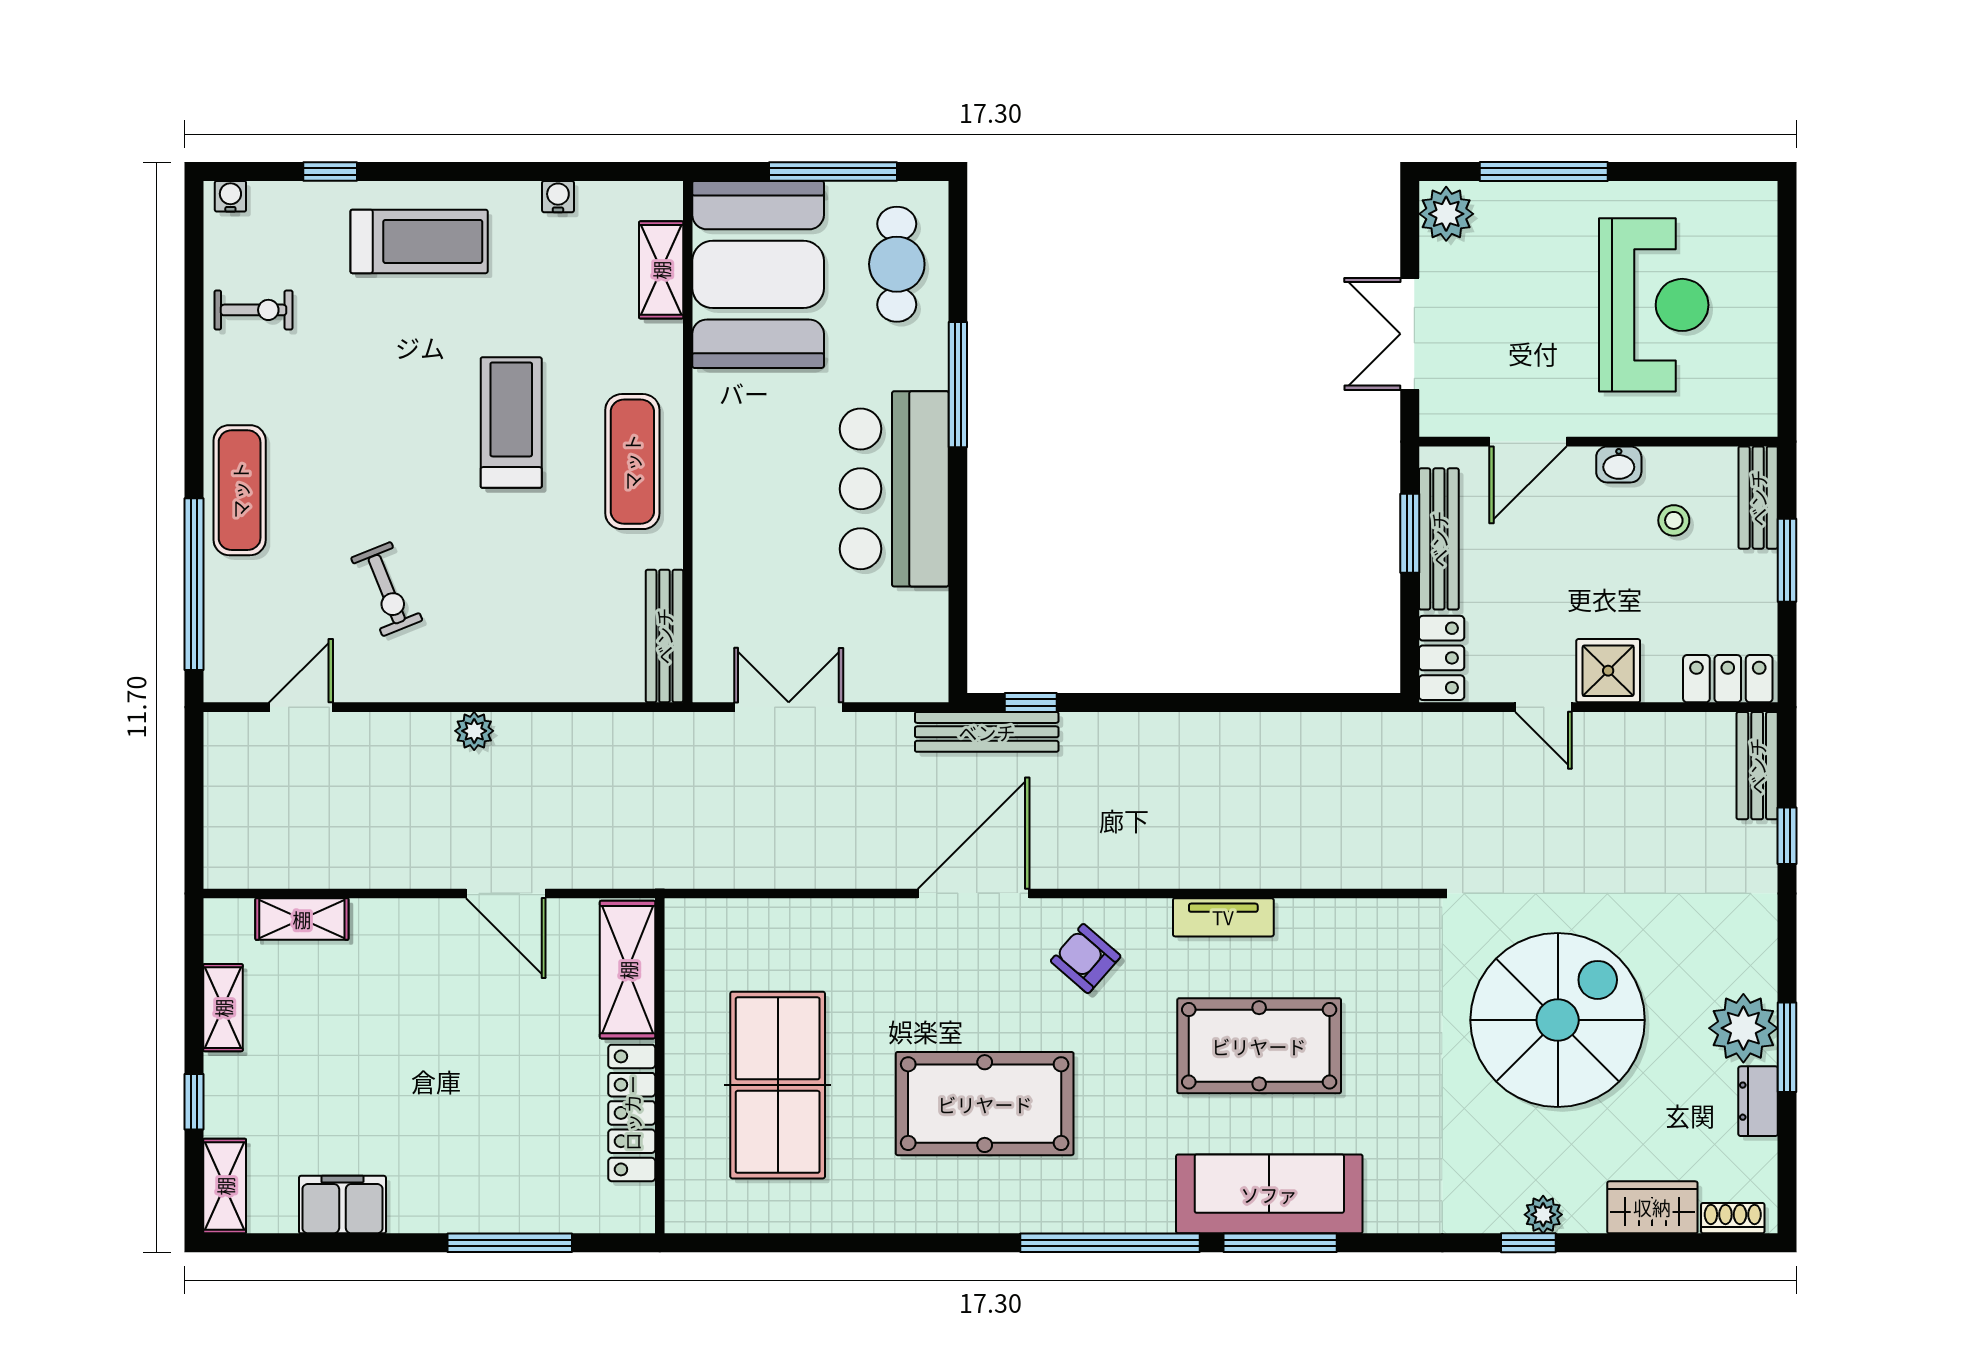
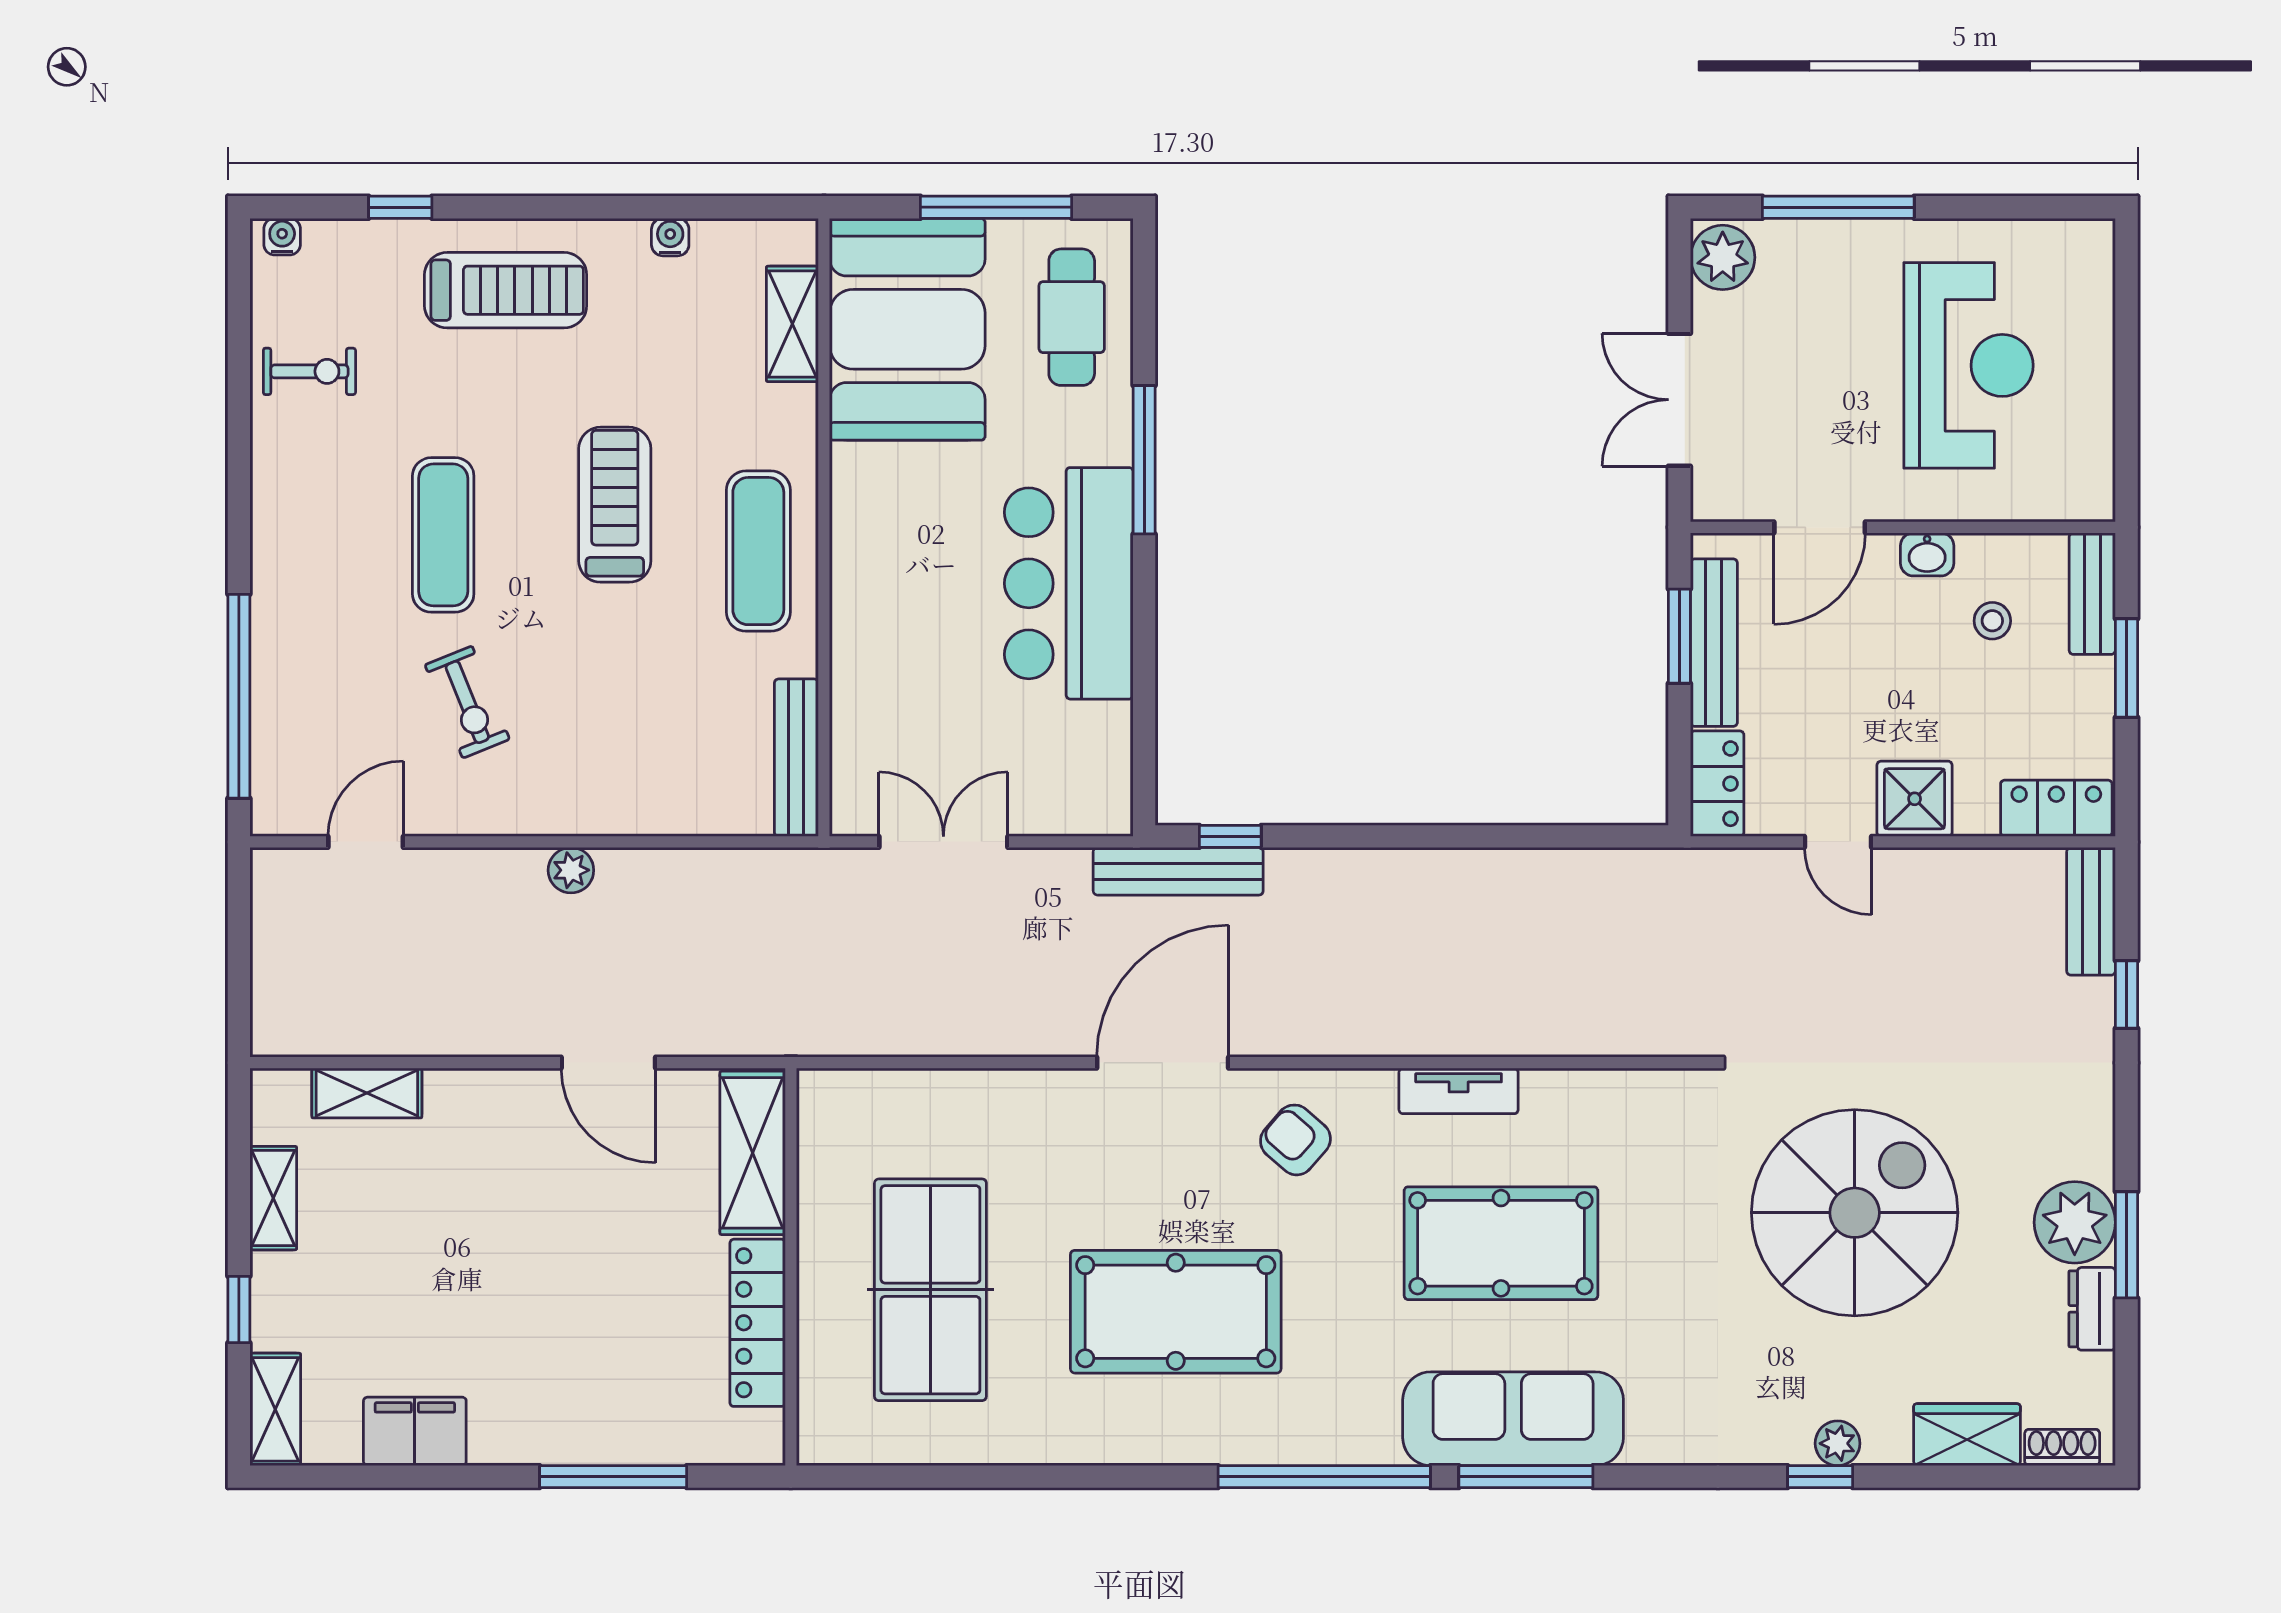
exercise mat: (240, 490) -> (443, 535), moved

